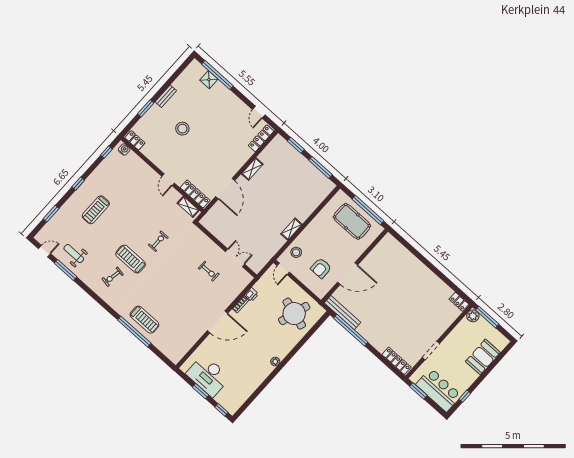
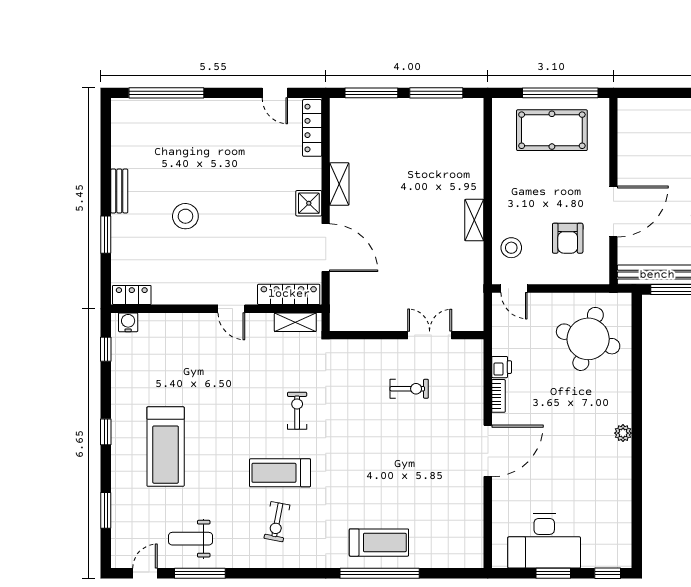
shower: (209, 80) -> (309, 203), moved
window: (296, 145) -> (371, 93), width x1.44
treadmill: (96, 210) -> (166, 447), width x1.37, depth x1.38

